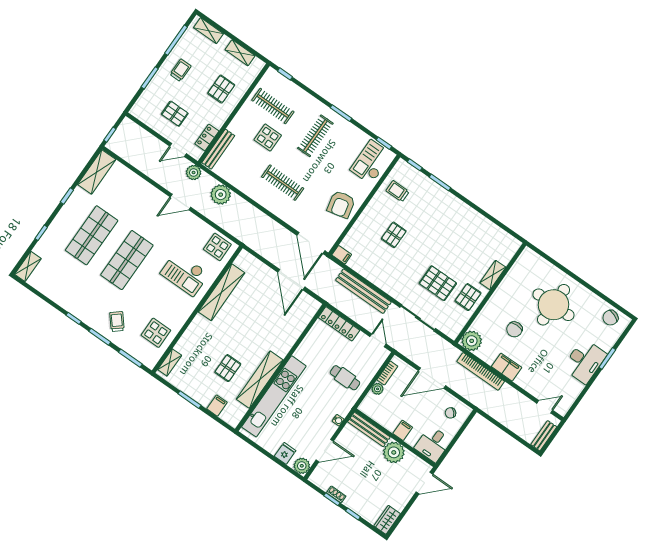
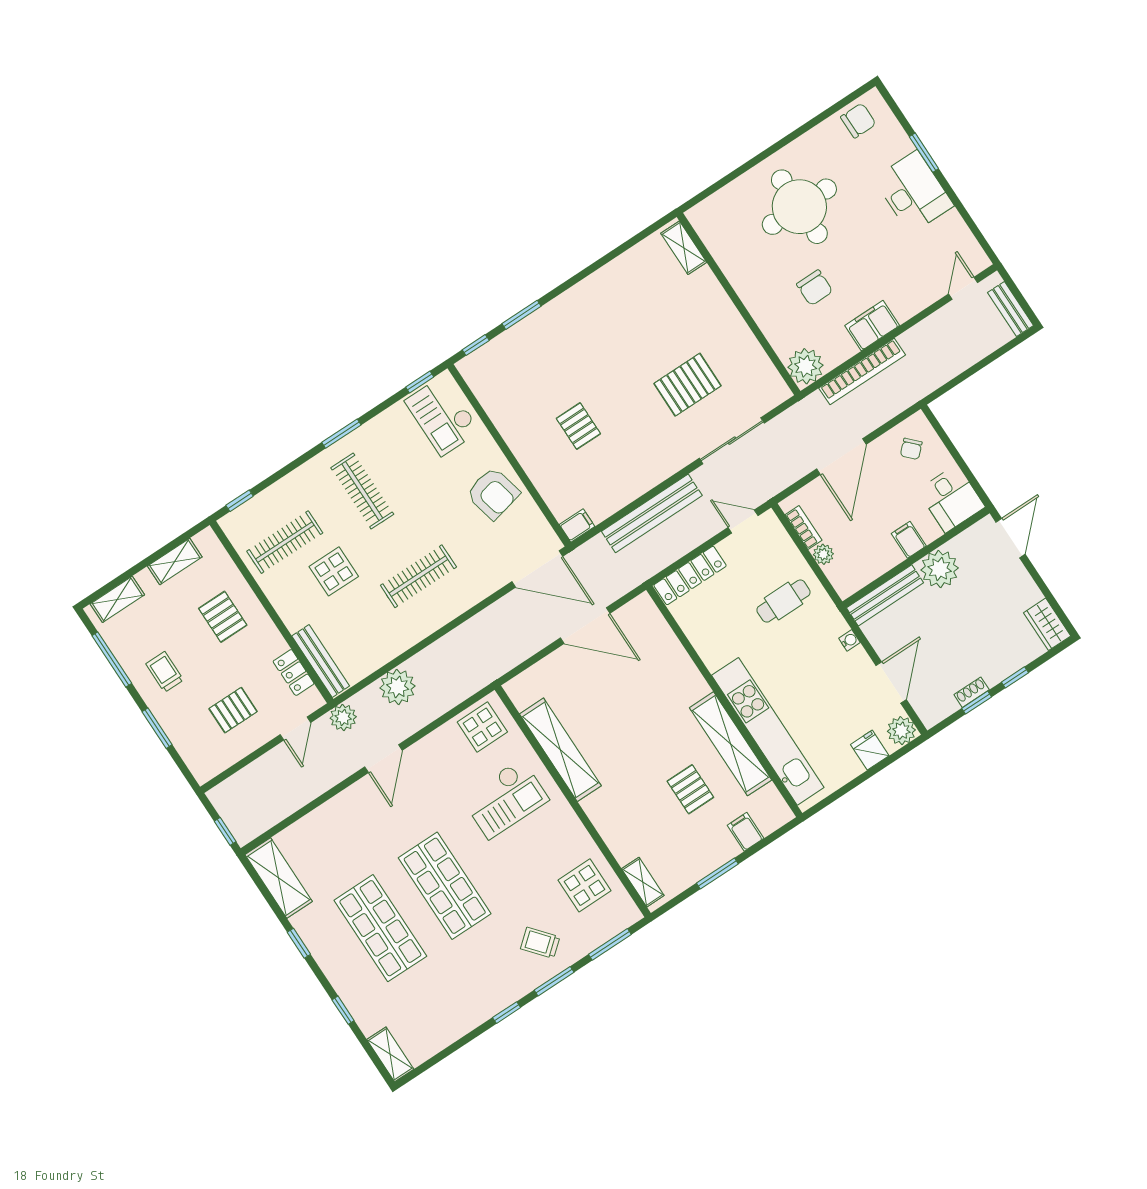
trolley: (398, 191) -> (508, 391), removed
shelving: (493, 275) -> (684, 248), moved
pallet: (468, 297) -> (730, 344), removed
chair: (610, 318) -> (858, 121), turned -112

